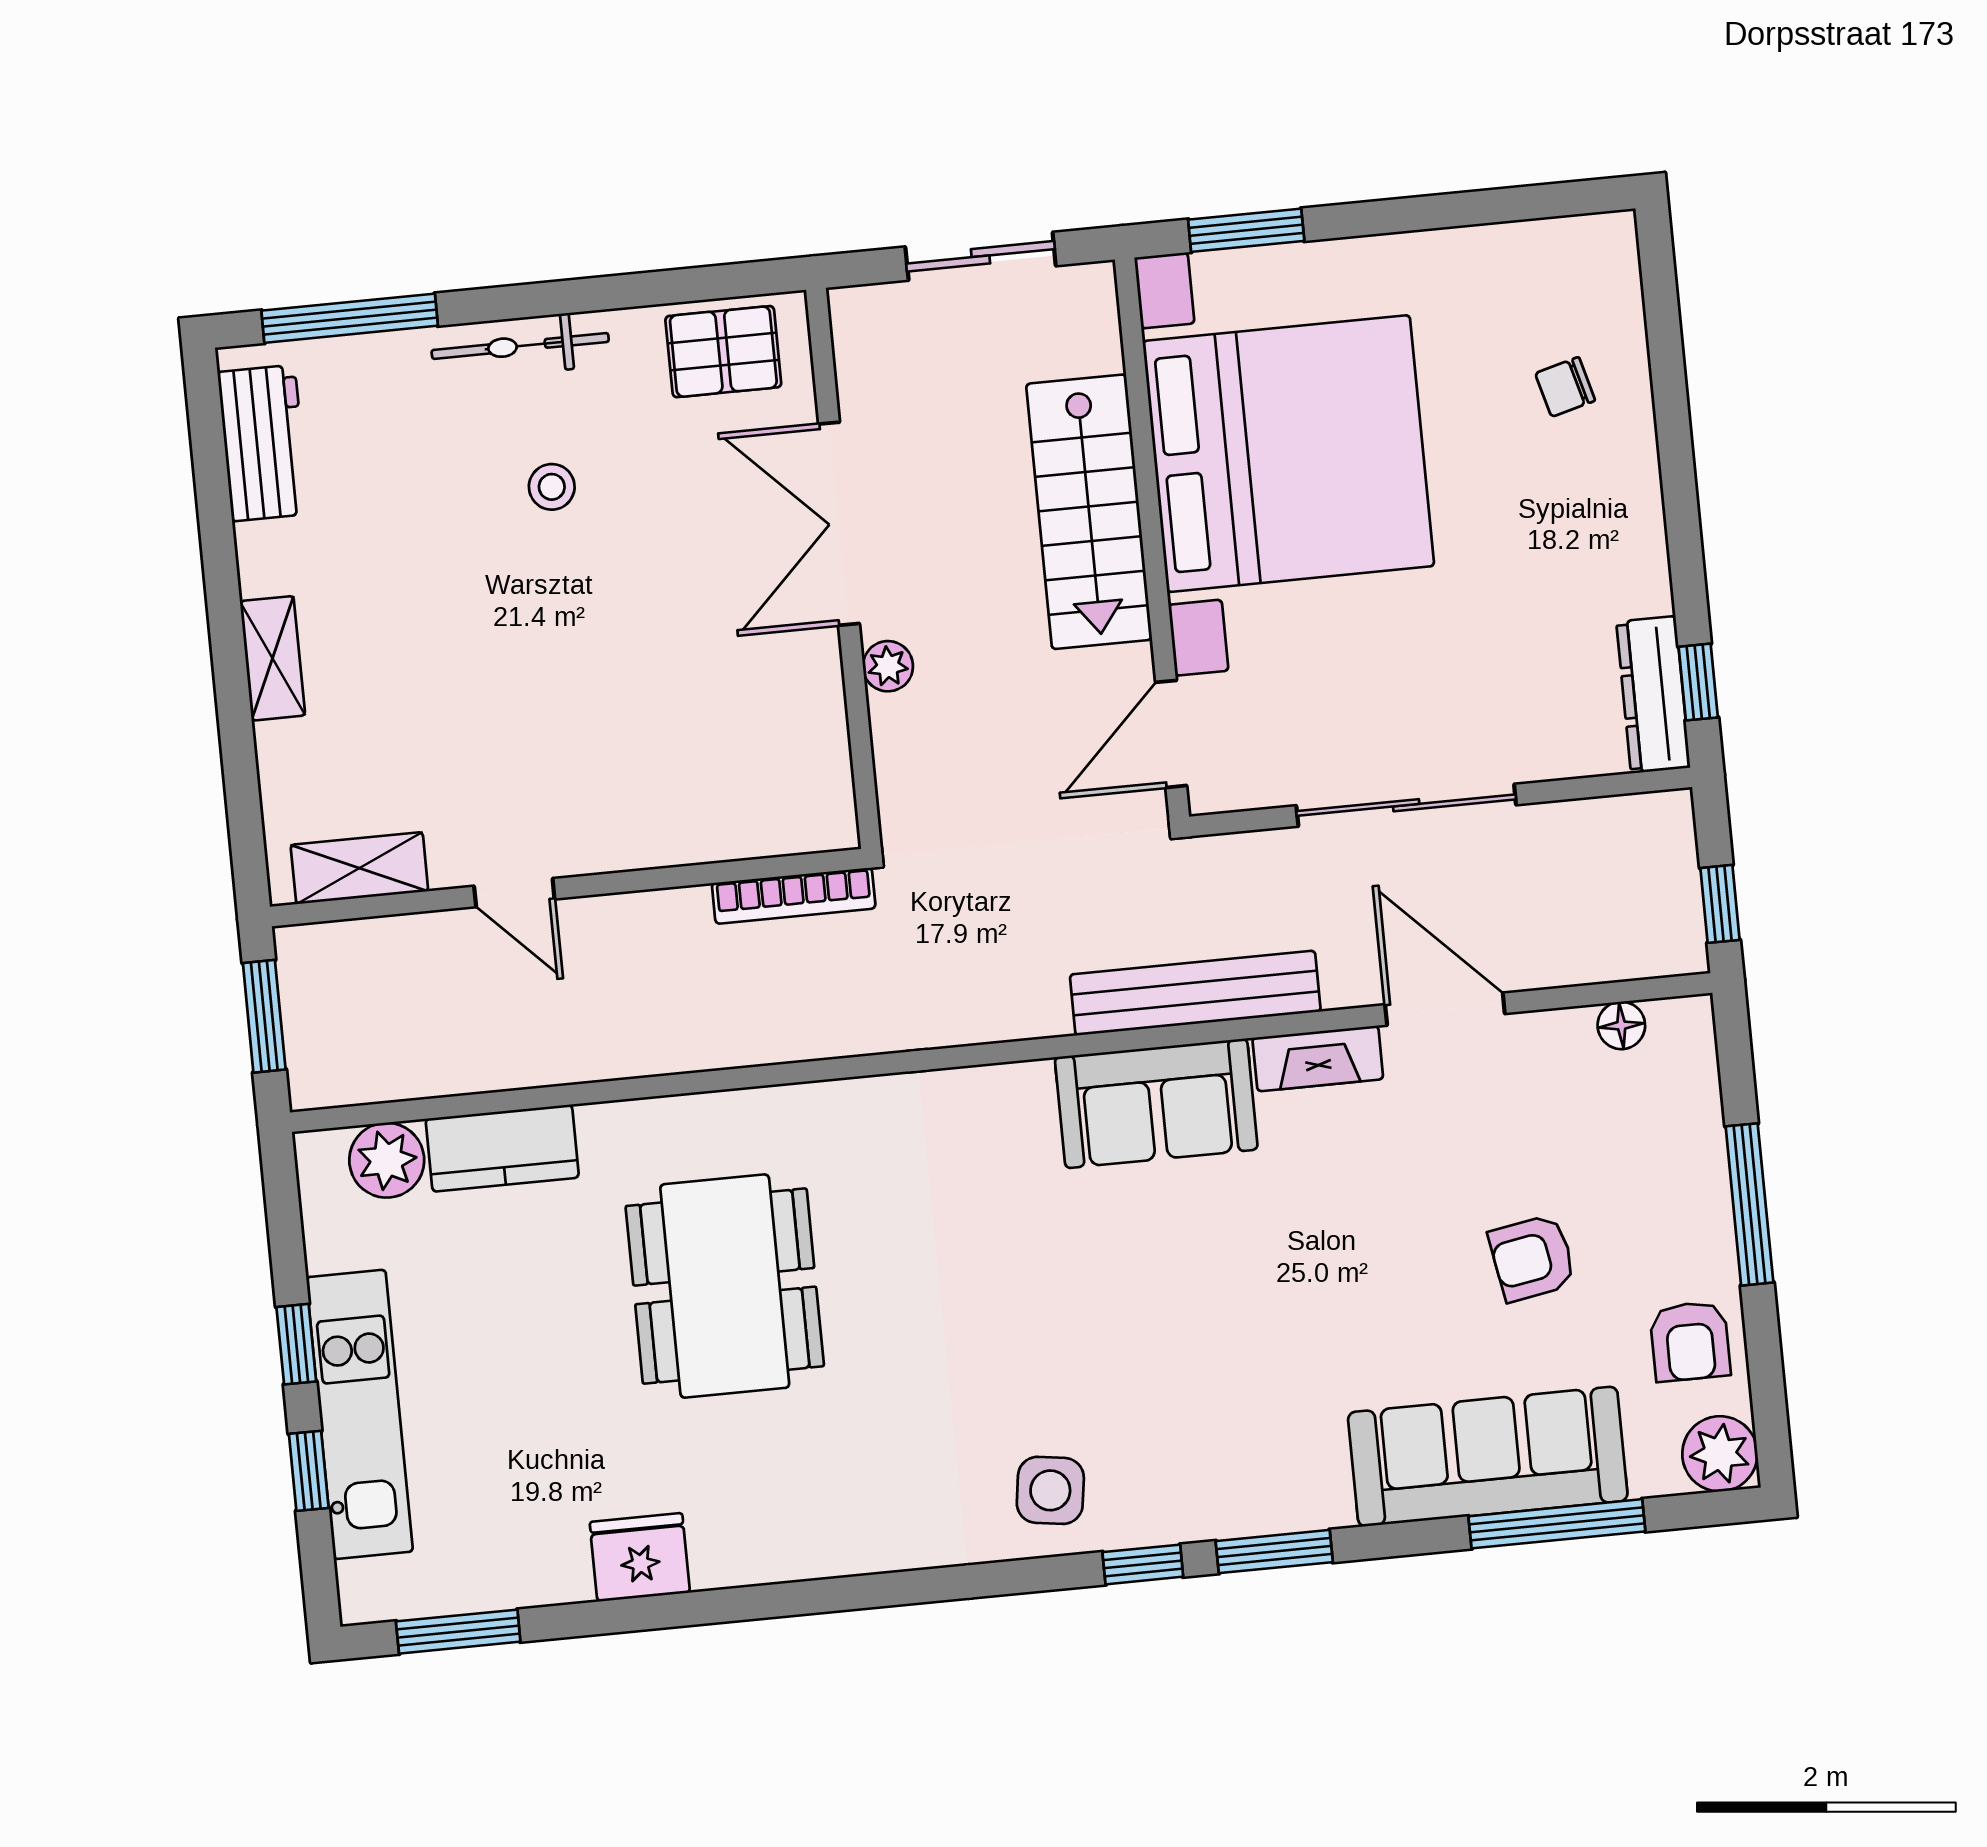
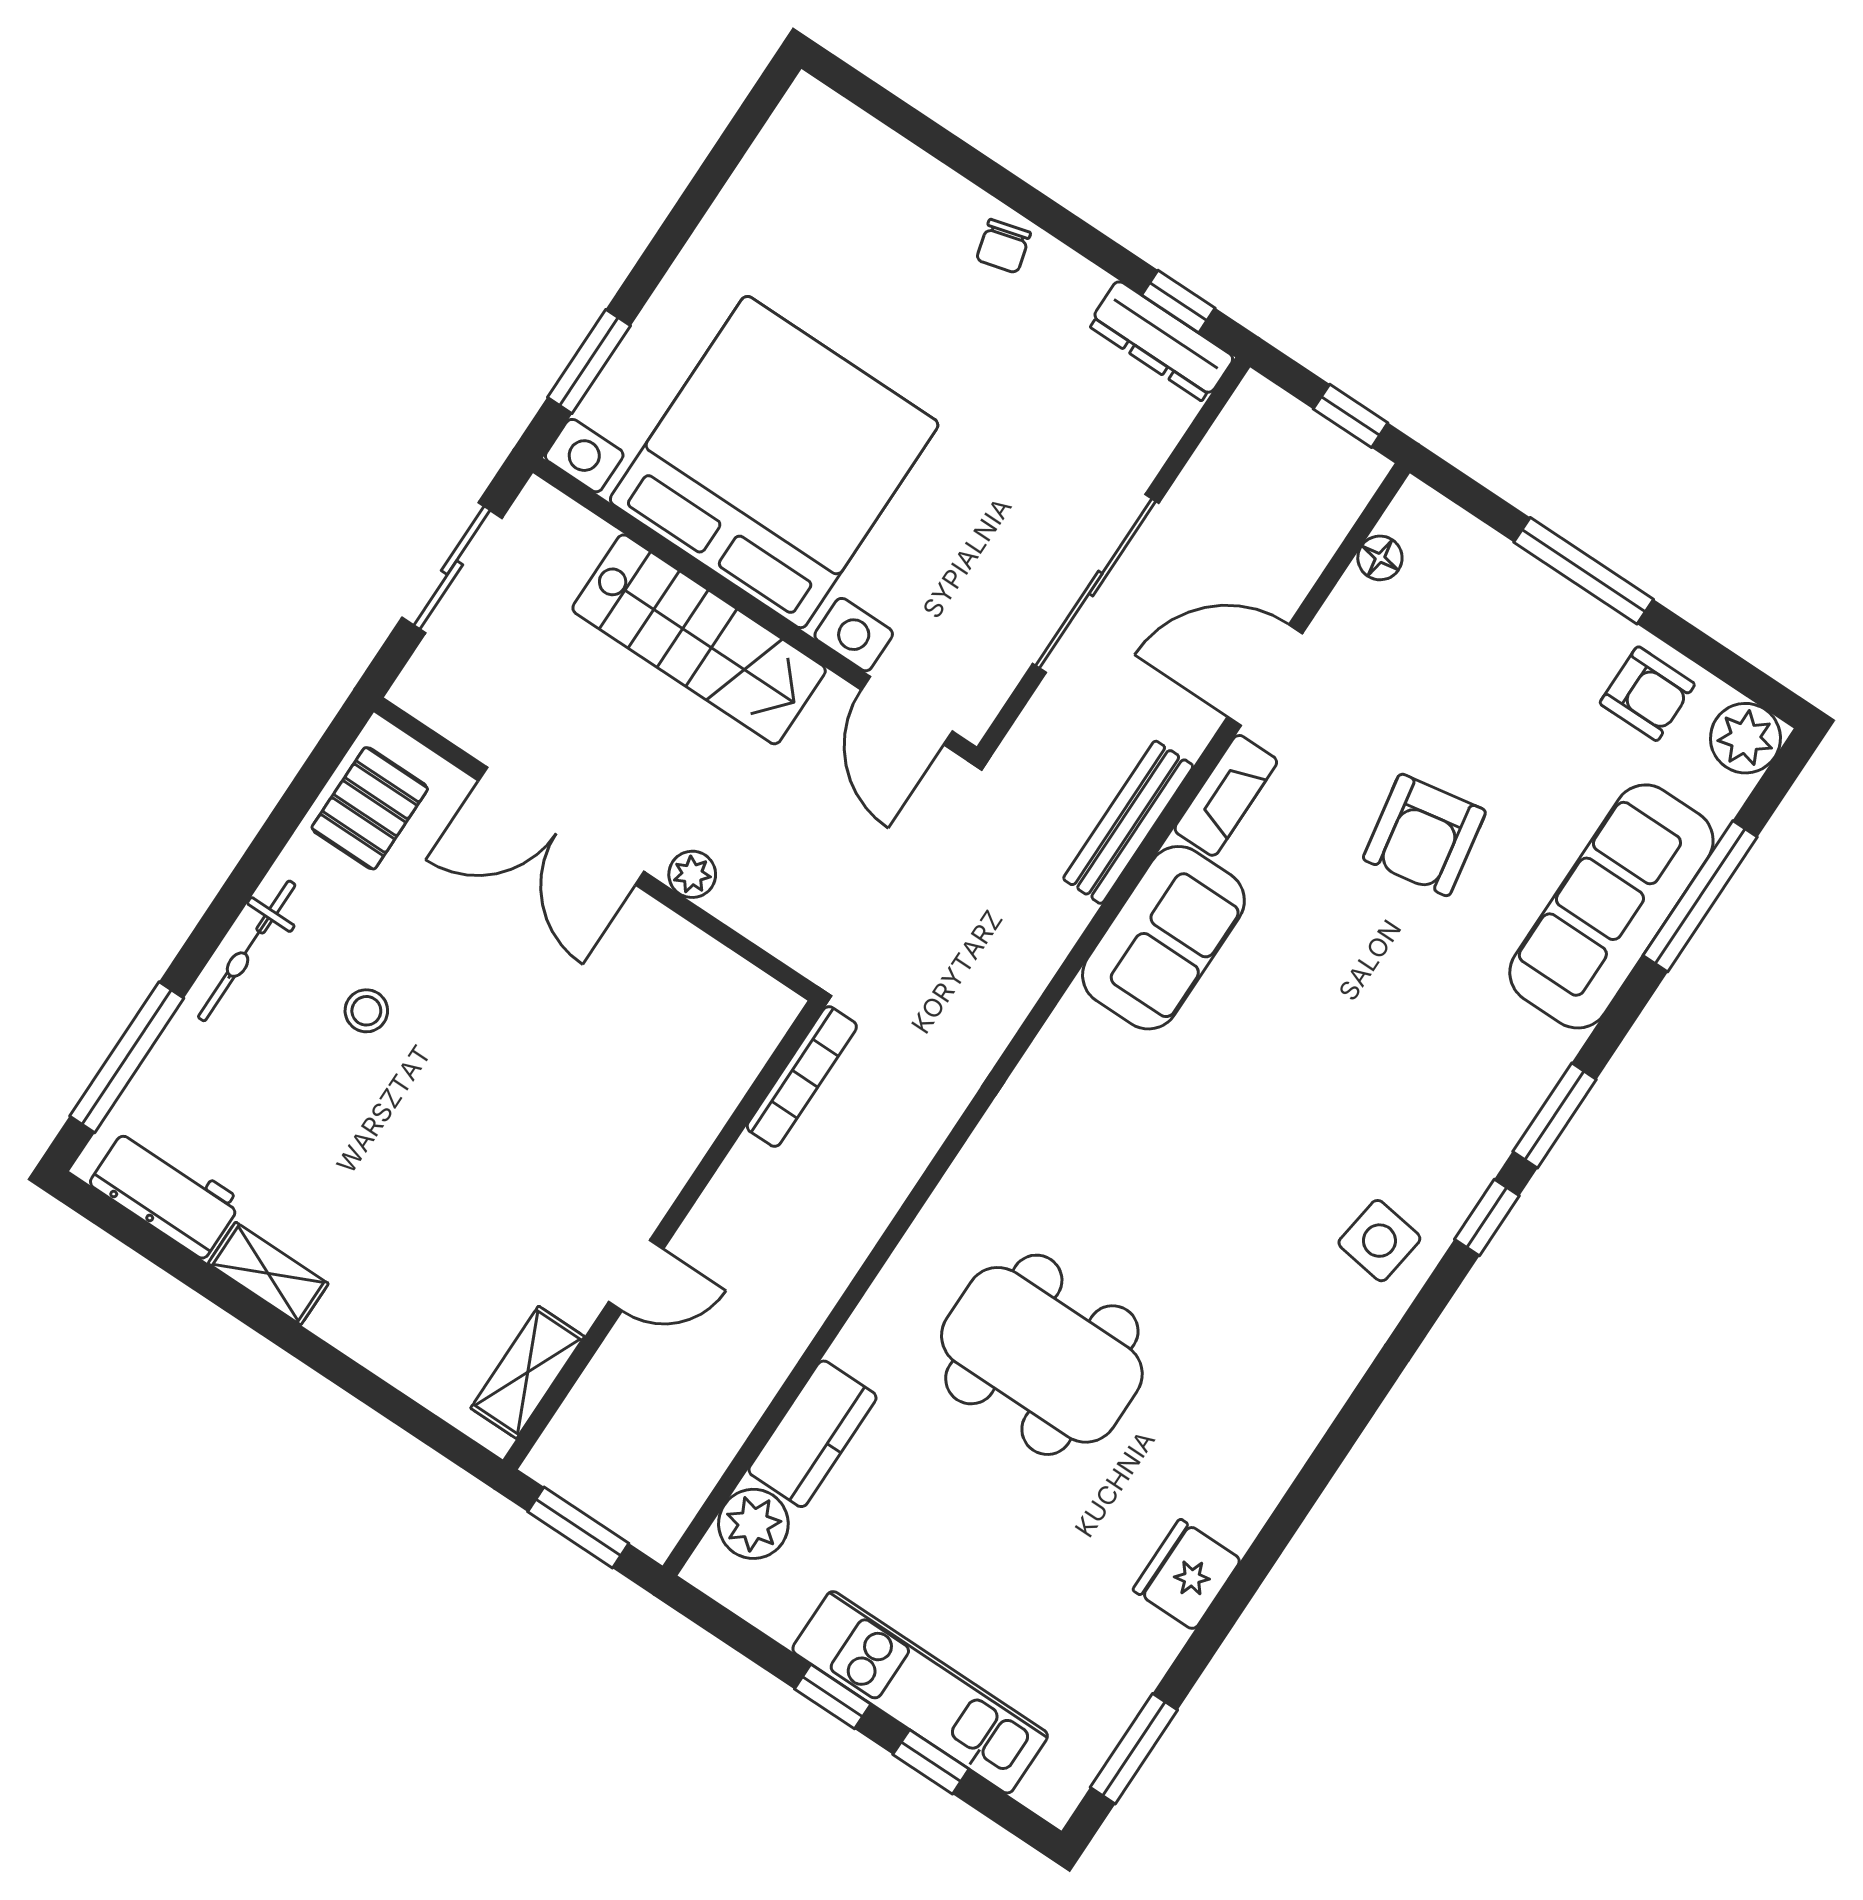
chair: (1565, 387) -> (1003, 246), moved
shelving: (272, 658) -> (268, 1274), moved
bench: (1195, 993) -> (1128, 822), width x0.73, depth x0.82
armchair: (1532, 1258) -> (1424, 835), moved, width x1.38, depth x1.38

